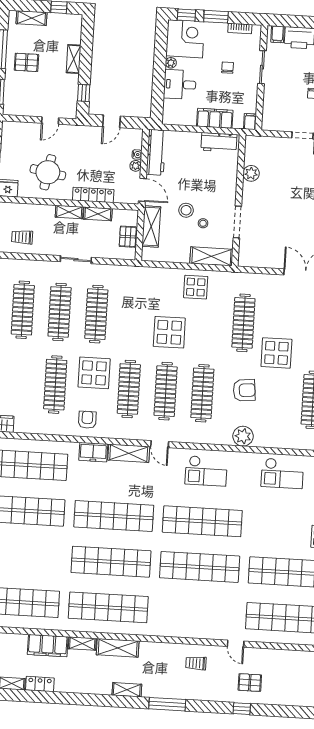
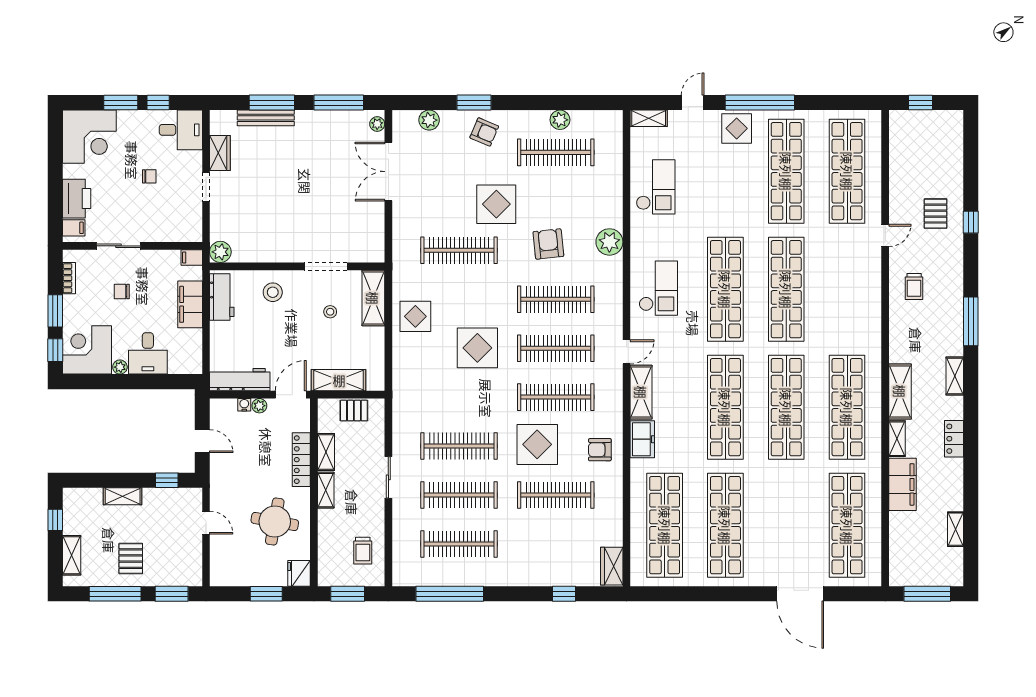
plant: (251, 173) -> (220, 252), moved
stool: (186, 210) -> (273, 292), moved
locker: (40, 684) -> (954, 439), moved

